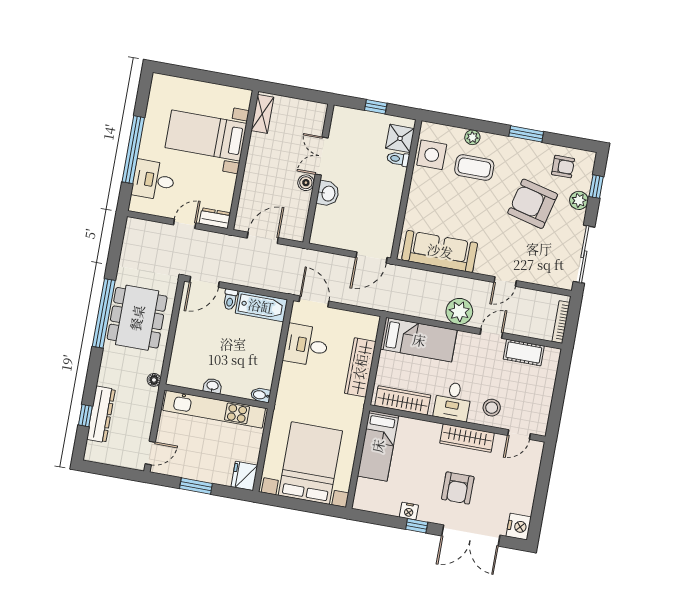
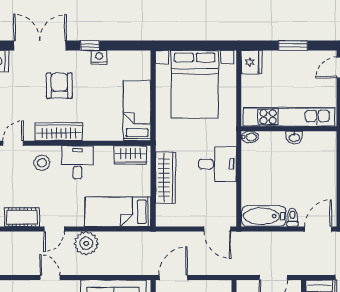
door: (505, 281) -> (50, 277), hinge flipped
desk: (306, 345) -> (218, 164), moved
wardrobe: (403, 400) -> (130, 155), width x0.67

